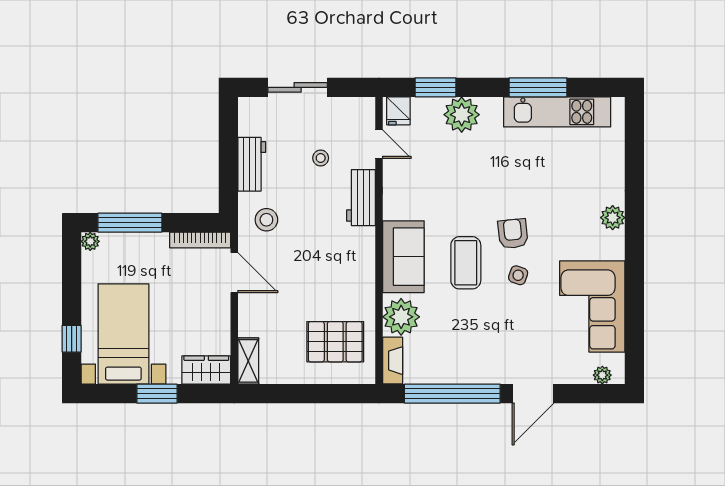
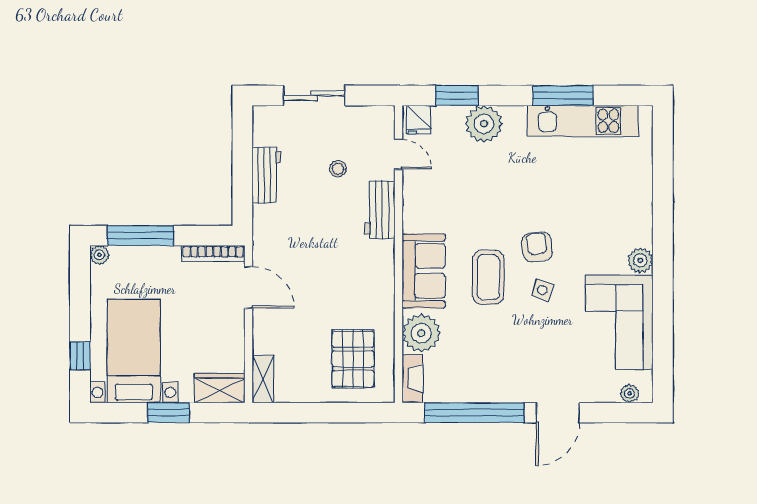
plant: (613, 218) -> (640, 260), moved
stool: (266, 220) -> (282, 233), removed
pallet: (335, 342) -> (353, 359), turned 90

